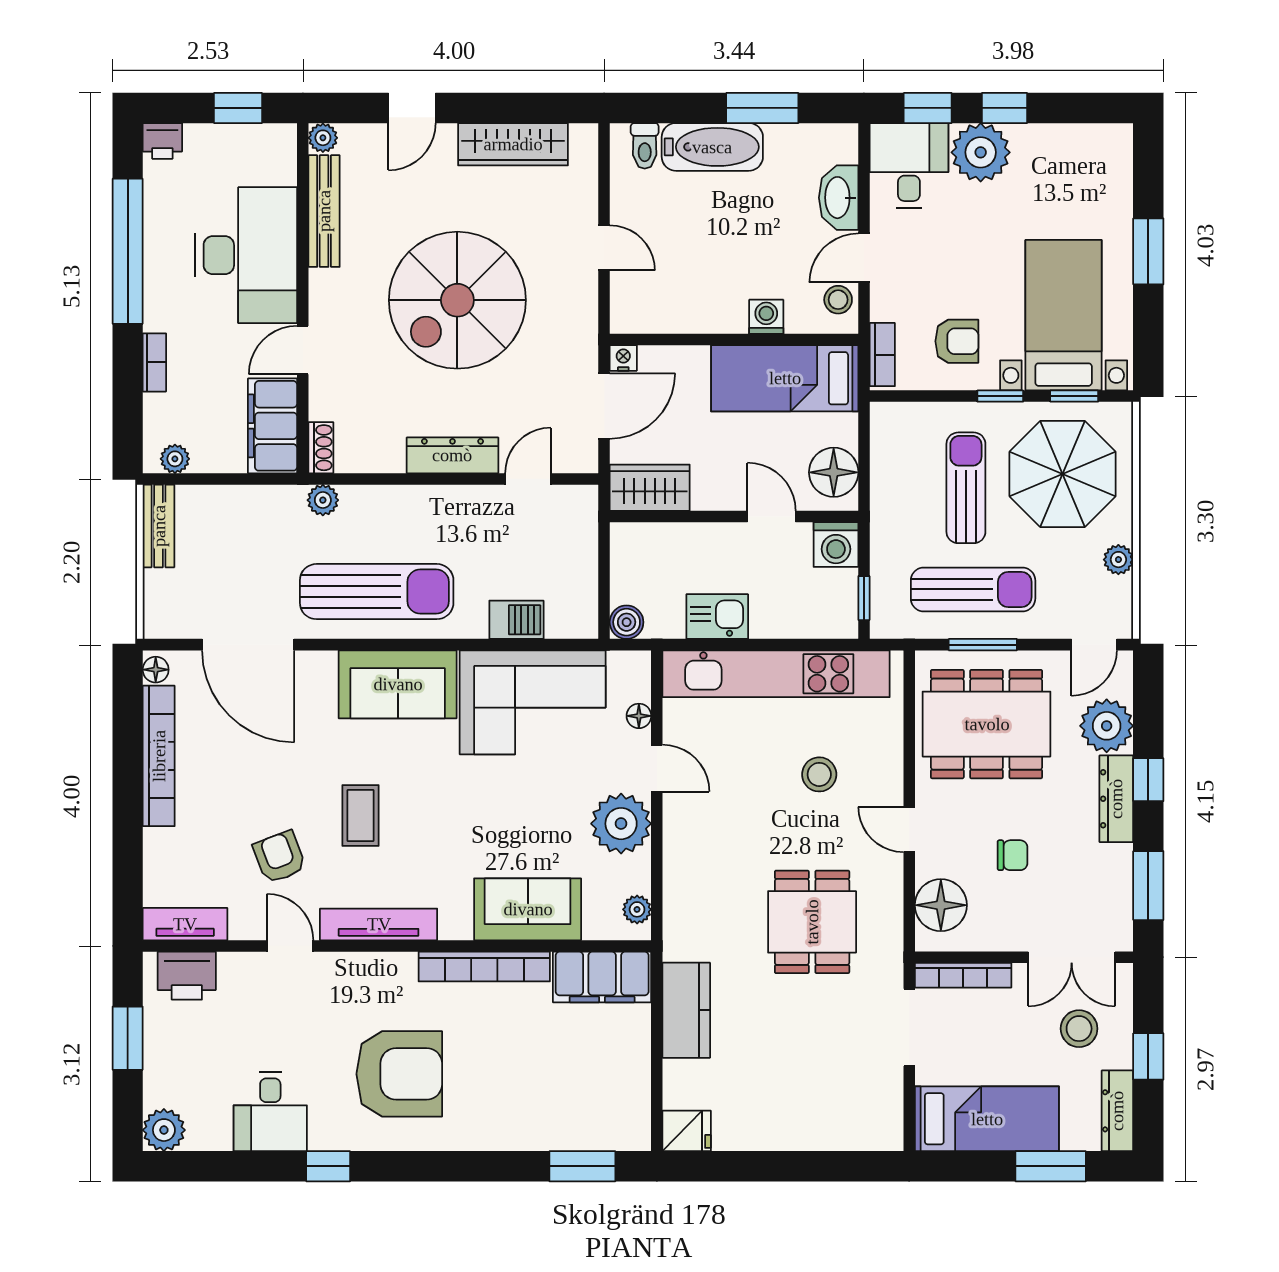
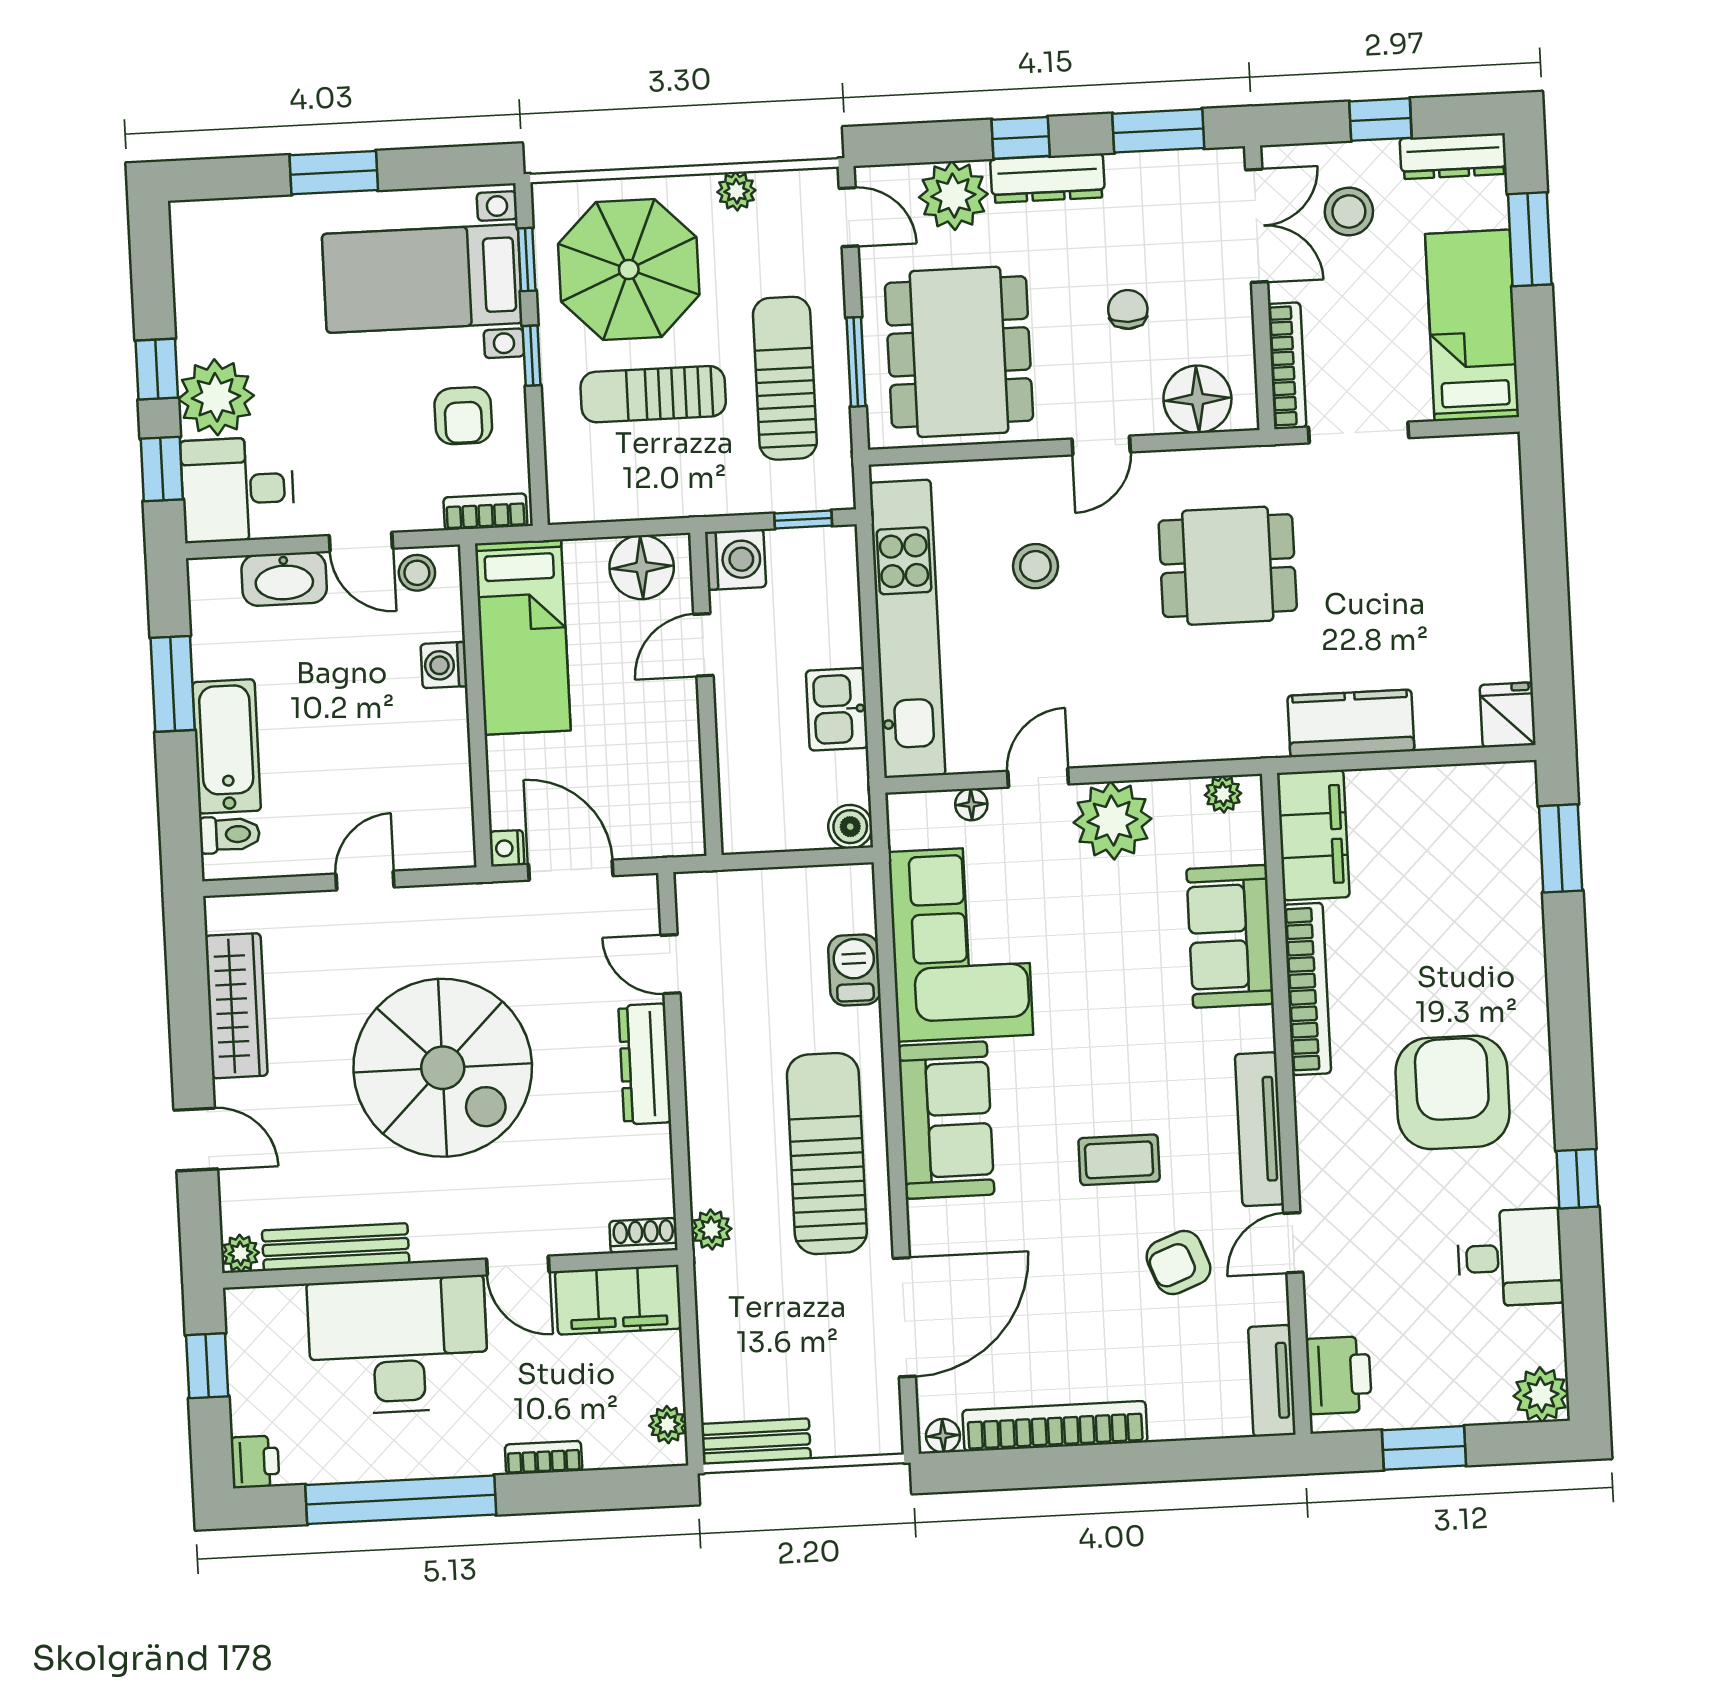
armchair: (957, 341) -> (463, 416), turned 180
wardrobe: (650, 488) -> (674, 805), removed

